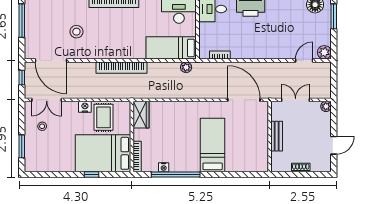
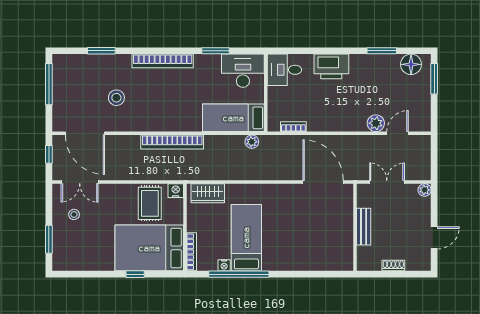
plant: (324, 52) -> (376, 123), moved
nightstand: (85, 107) -> (176, 191), moved
wardrobe: (141, 115) -> (208, 193), moved, turned 90
bed: (213, 145) -> (246, 238), moved

